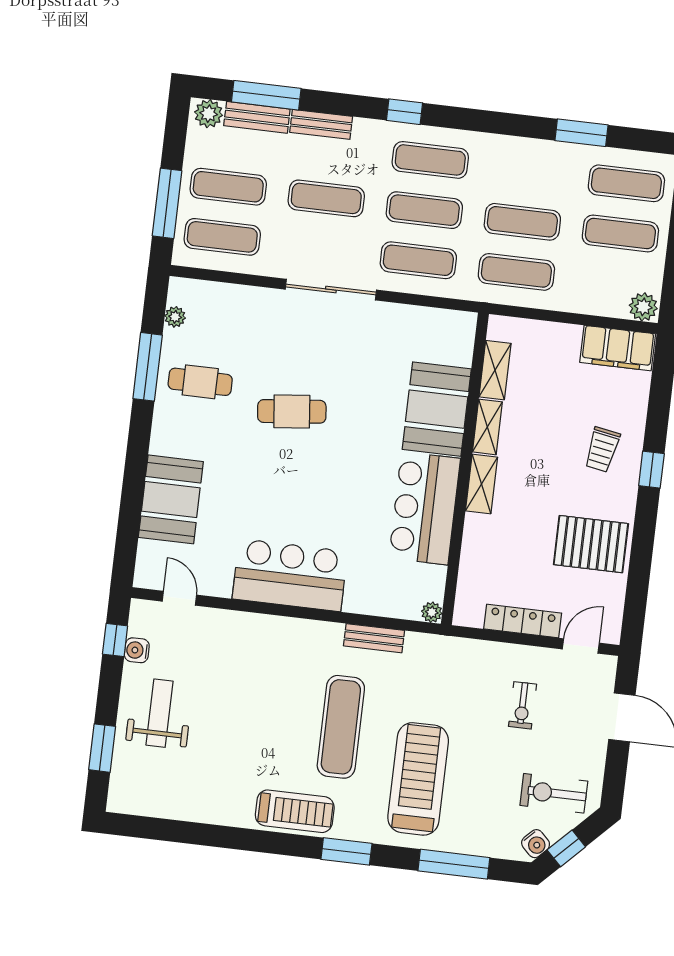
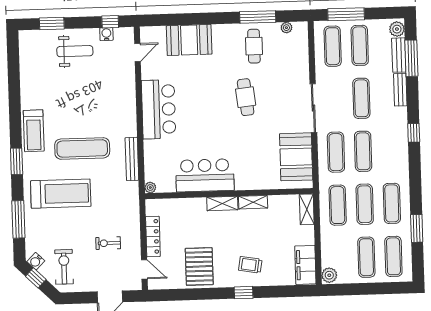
exercise mat: (430, 160) -> (392, 203), moved
shelving: (495, 370) -> (307, 209), moved, turned 90
booth: (437, 409) -> (296, 157), moved, turned 90
bench: (374, 638) -> (132, 159), width x1.36

